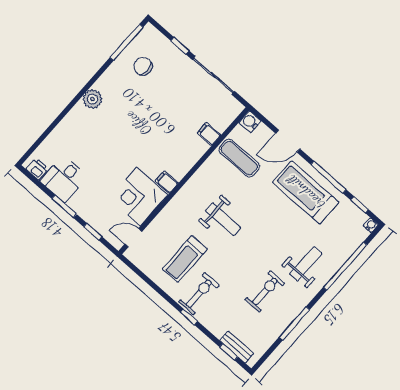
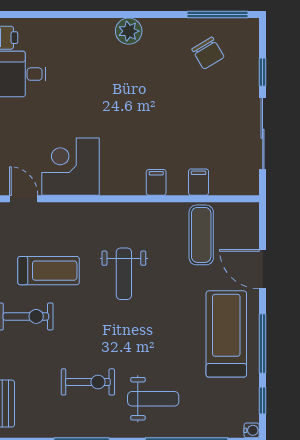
chair: (143, 66) -> (208, 53), turned 149
water cooler: (250, 122) -> (248, 213), removed
filing cabinet: (167, 182) -> (156, 182), moved
treadmill: (185, 259) -> (49, 271), turned 180

